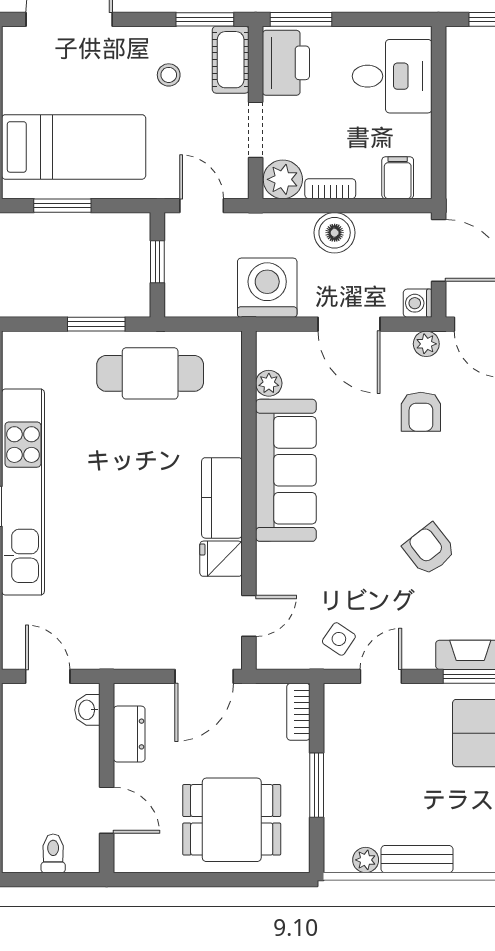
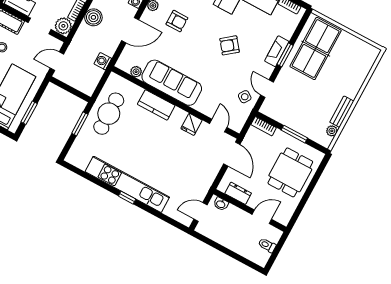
window: (157, 262) -> (69, 89), removed
washing machine: (267, 288) -> (103, 61), width x0.53, depth x0.53
kitchen counter: (222, 498) -> (156, 105), moved

